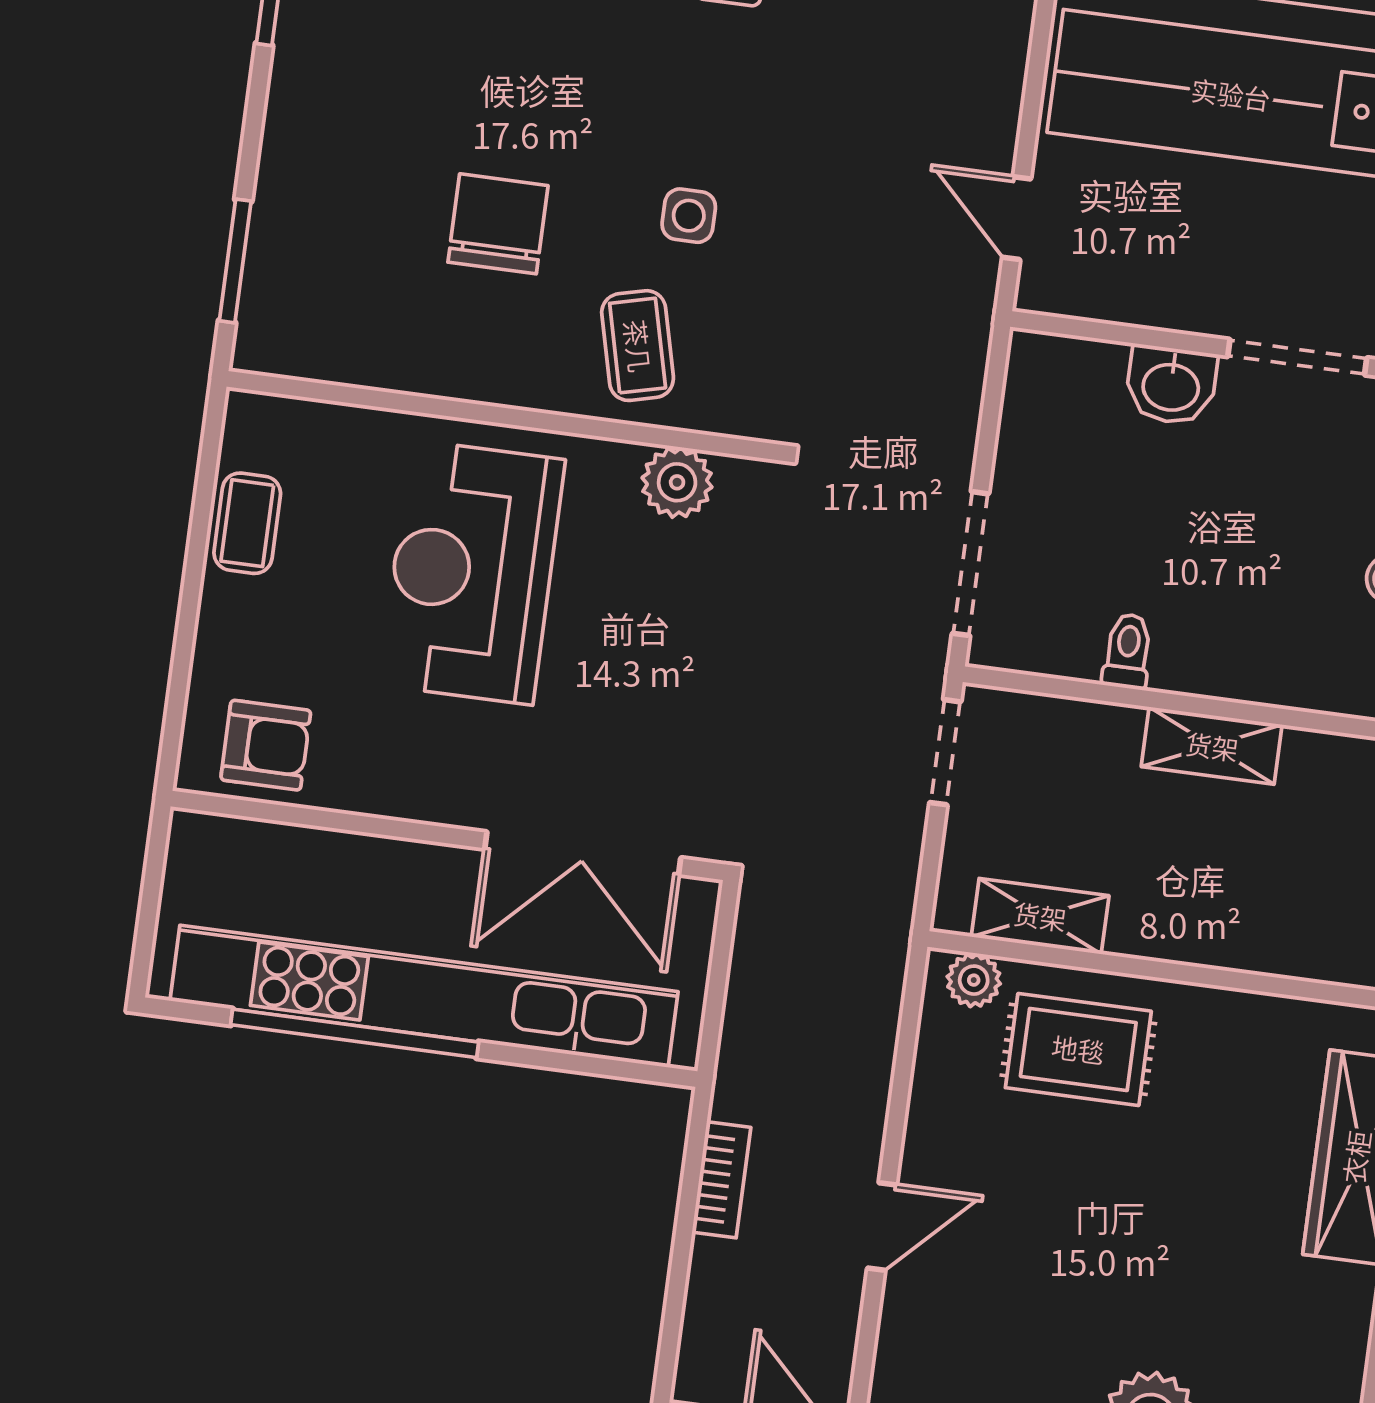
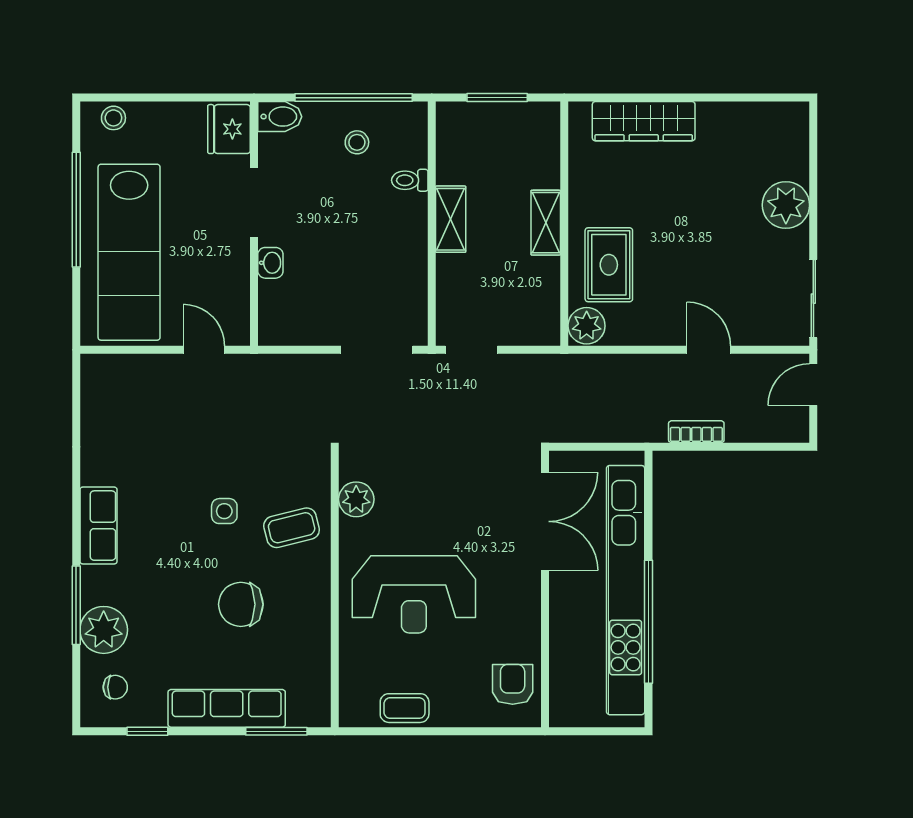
row of seats: (294, 168) -> (227, 708), added
door: (1017, 218) -> (204, 350), swing flipped
washbasin: (1171, 385) -> (270, 263), width x0.72, depth x0.69
toilet: (1128, 651) -> (410, 180), moved
shelving: (1040, 916) -> (546, 223), moved
plant: (974, 980) -> (587, 326), width x1.38, depth x1.38

